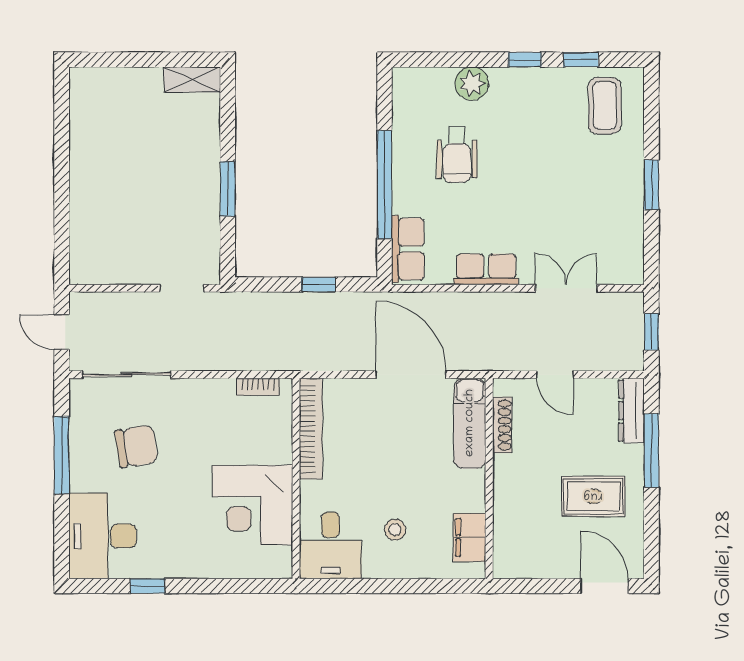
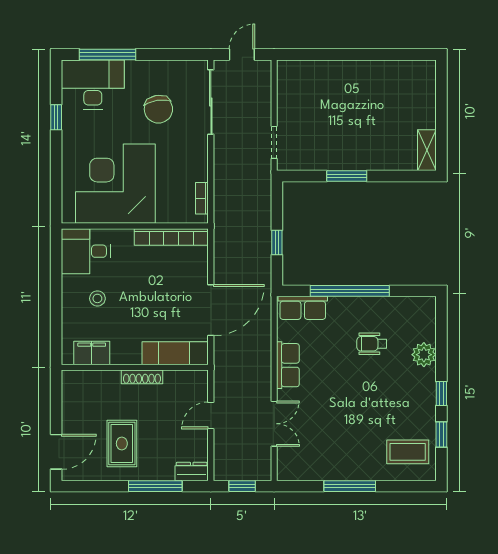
wheelchair: (457, 155) -> (372, 344), width x0.73, depth x0.73
window: (651, 185) -> (350, 486), width x1.44
dresser: (632, 411) -> (192, 472), width x0.70
shoe rack: (502, 425) -> (142, 377), moved
window: (62, 455) -> (108, 55), moved
corner desk: (252, 505) -> (115, 184), width x1.36, depth x1.36

